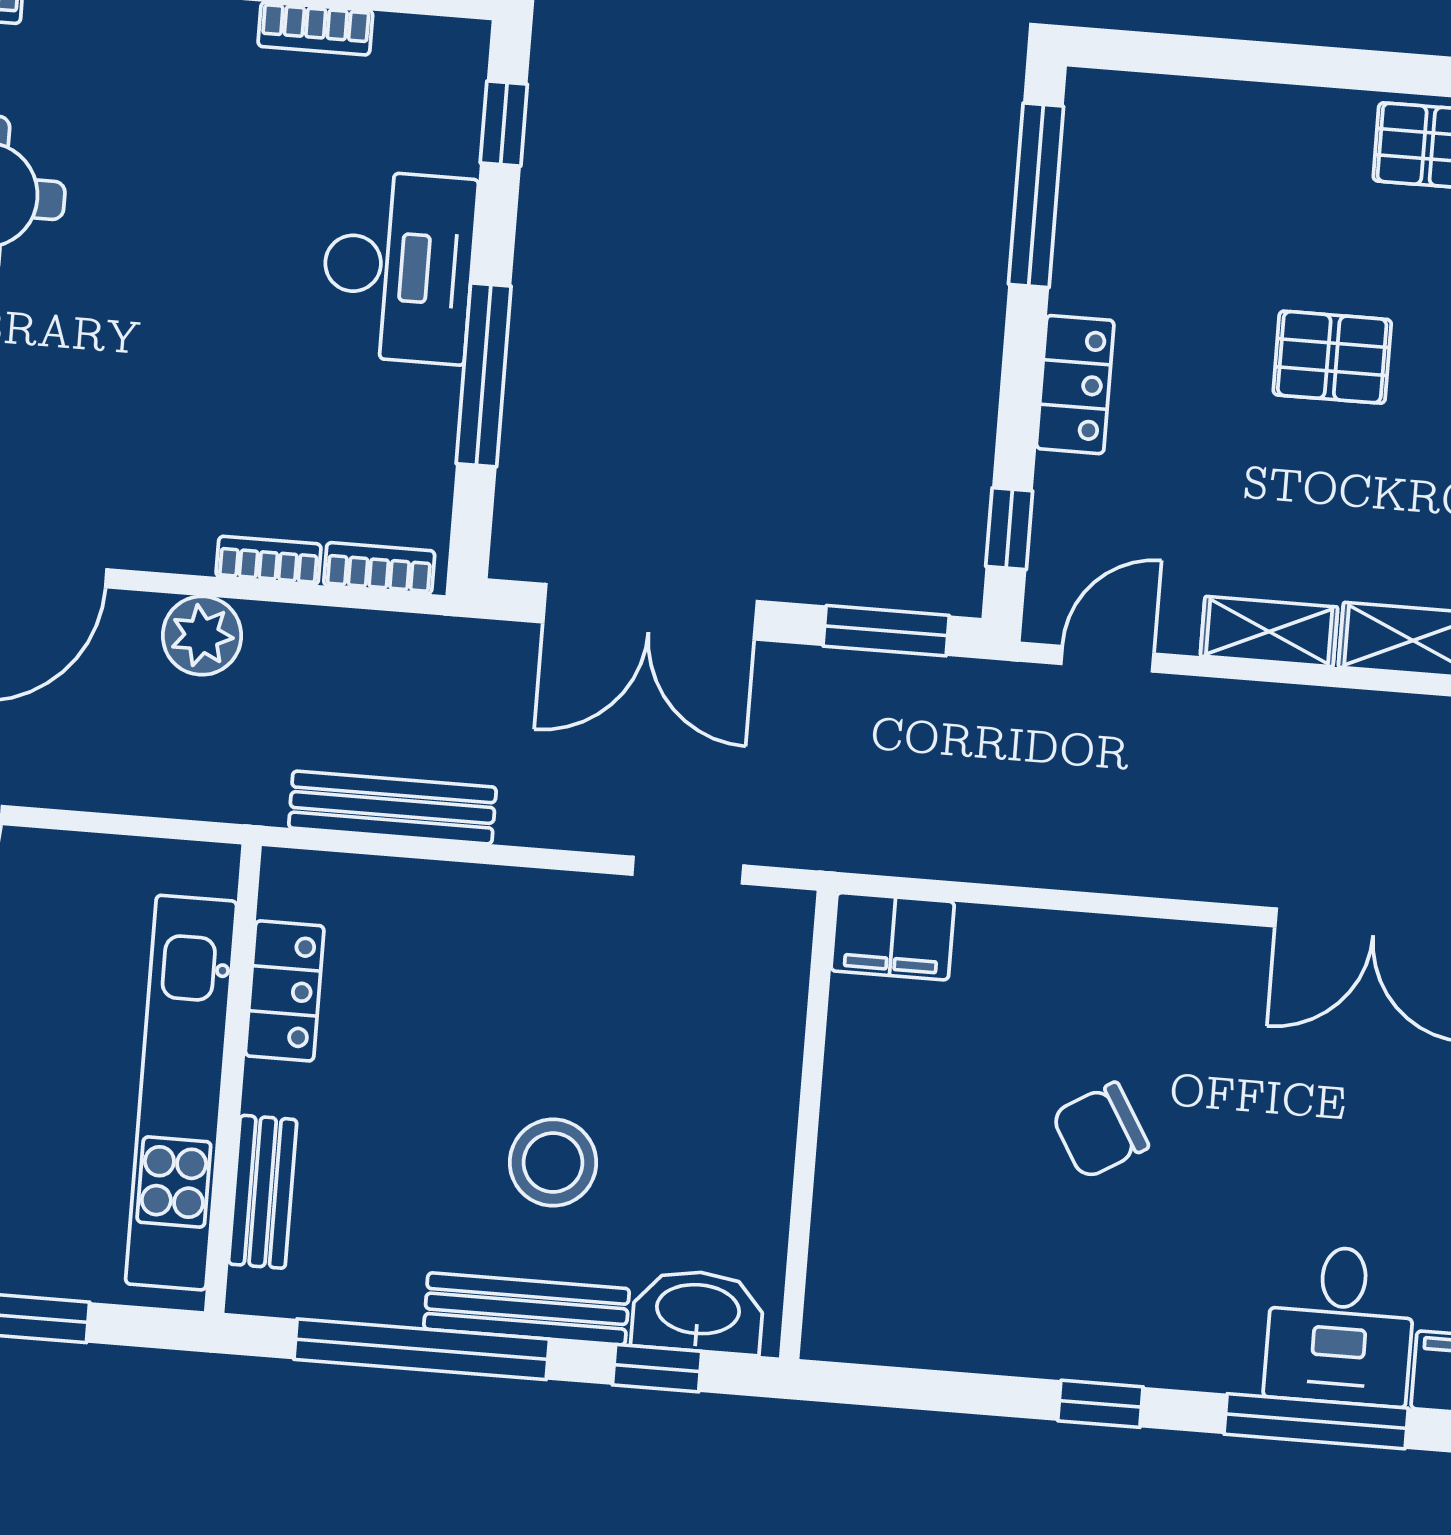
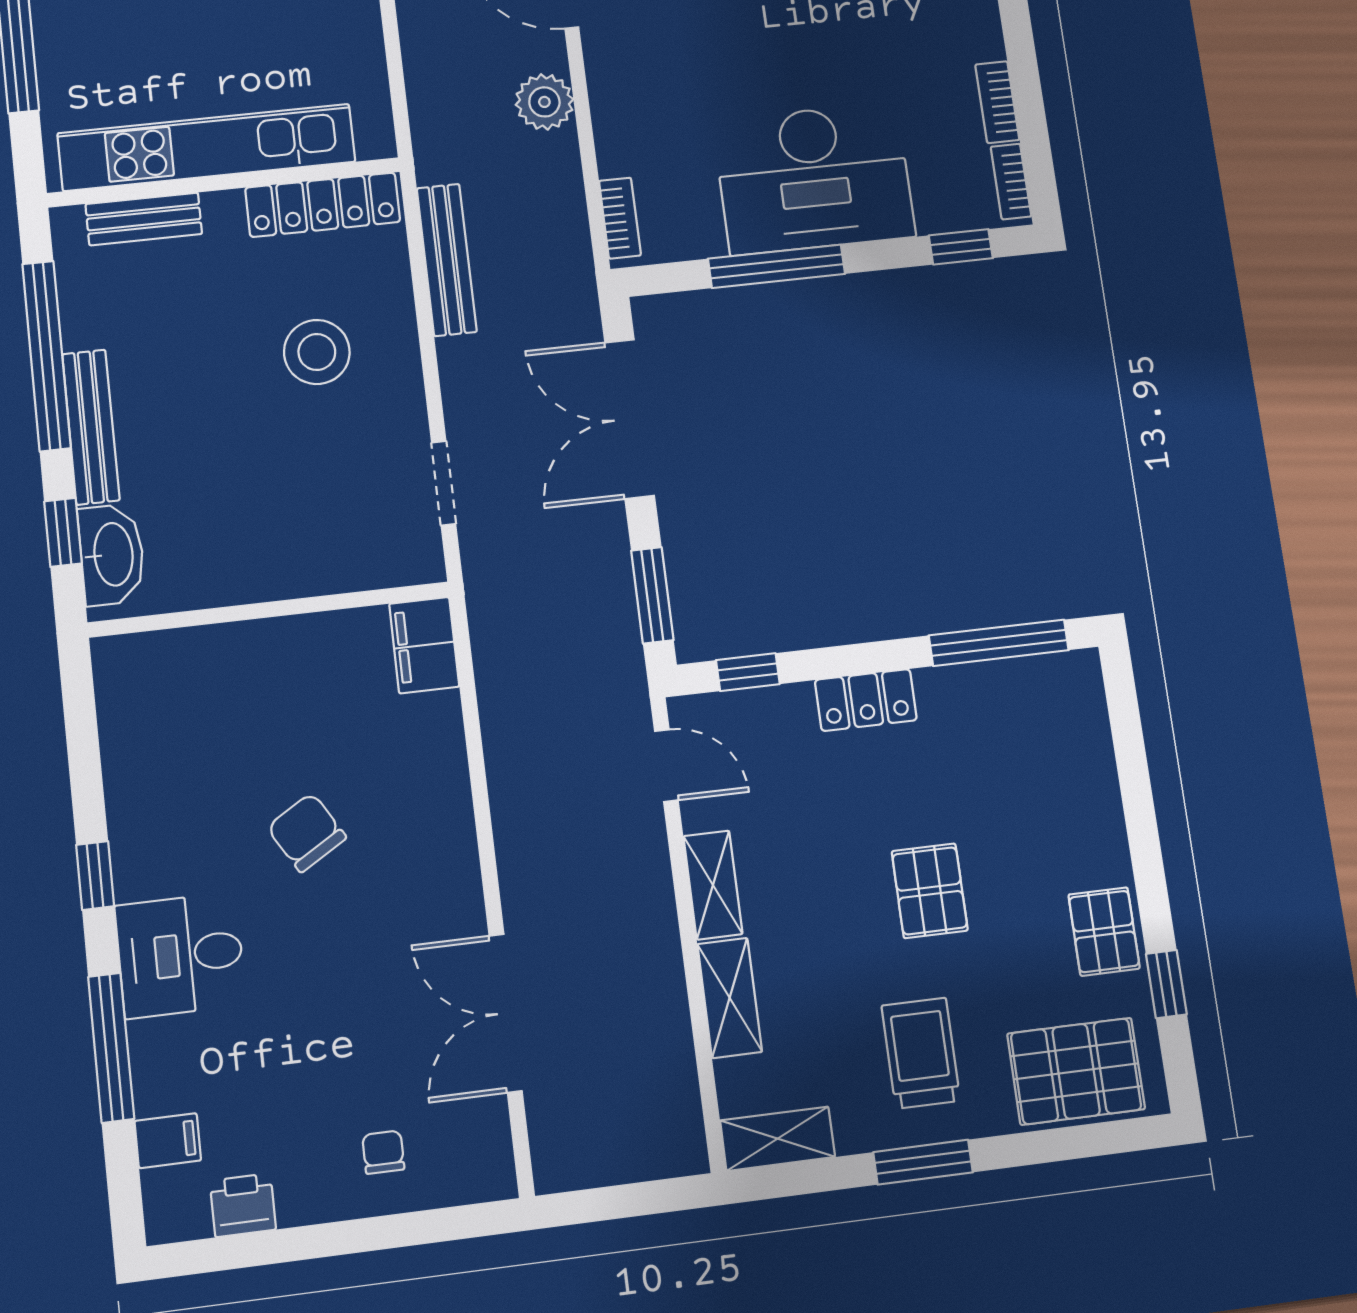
desk: (398, 267) -> (814, 178), width x1.36, depth x1.30
bookcase: (269, 560) -> (1011, 182), moved, turned 180
locker: (285, 991) -> (323, 205), width x1.53
stool: (553, 1163) -> (317, 352), moved
desk: (1340, 1325) -> (180, 955), moved

